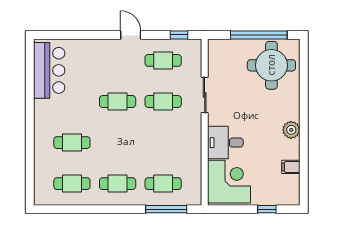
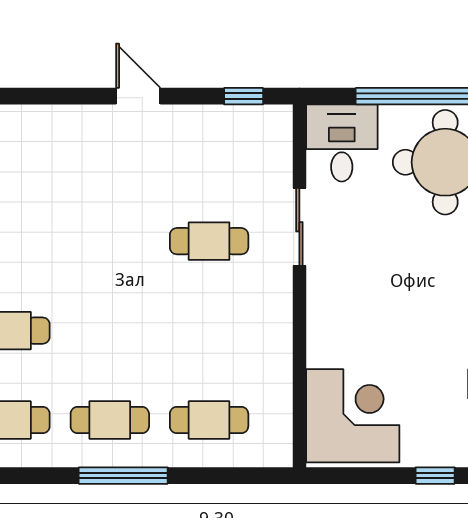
cafe table: (163, 60) -> (209, 152), removed
cafe table: (118, 102) -> (110, 241), removed
desk: (225, 143) -> (342, 143), moved, turned 90
window: (166, 209) -> (123, 476), moved

